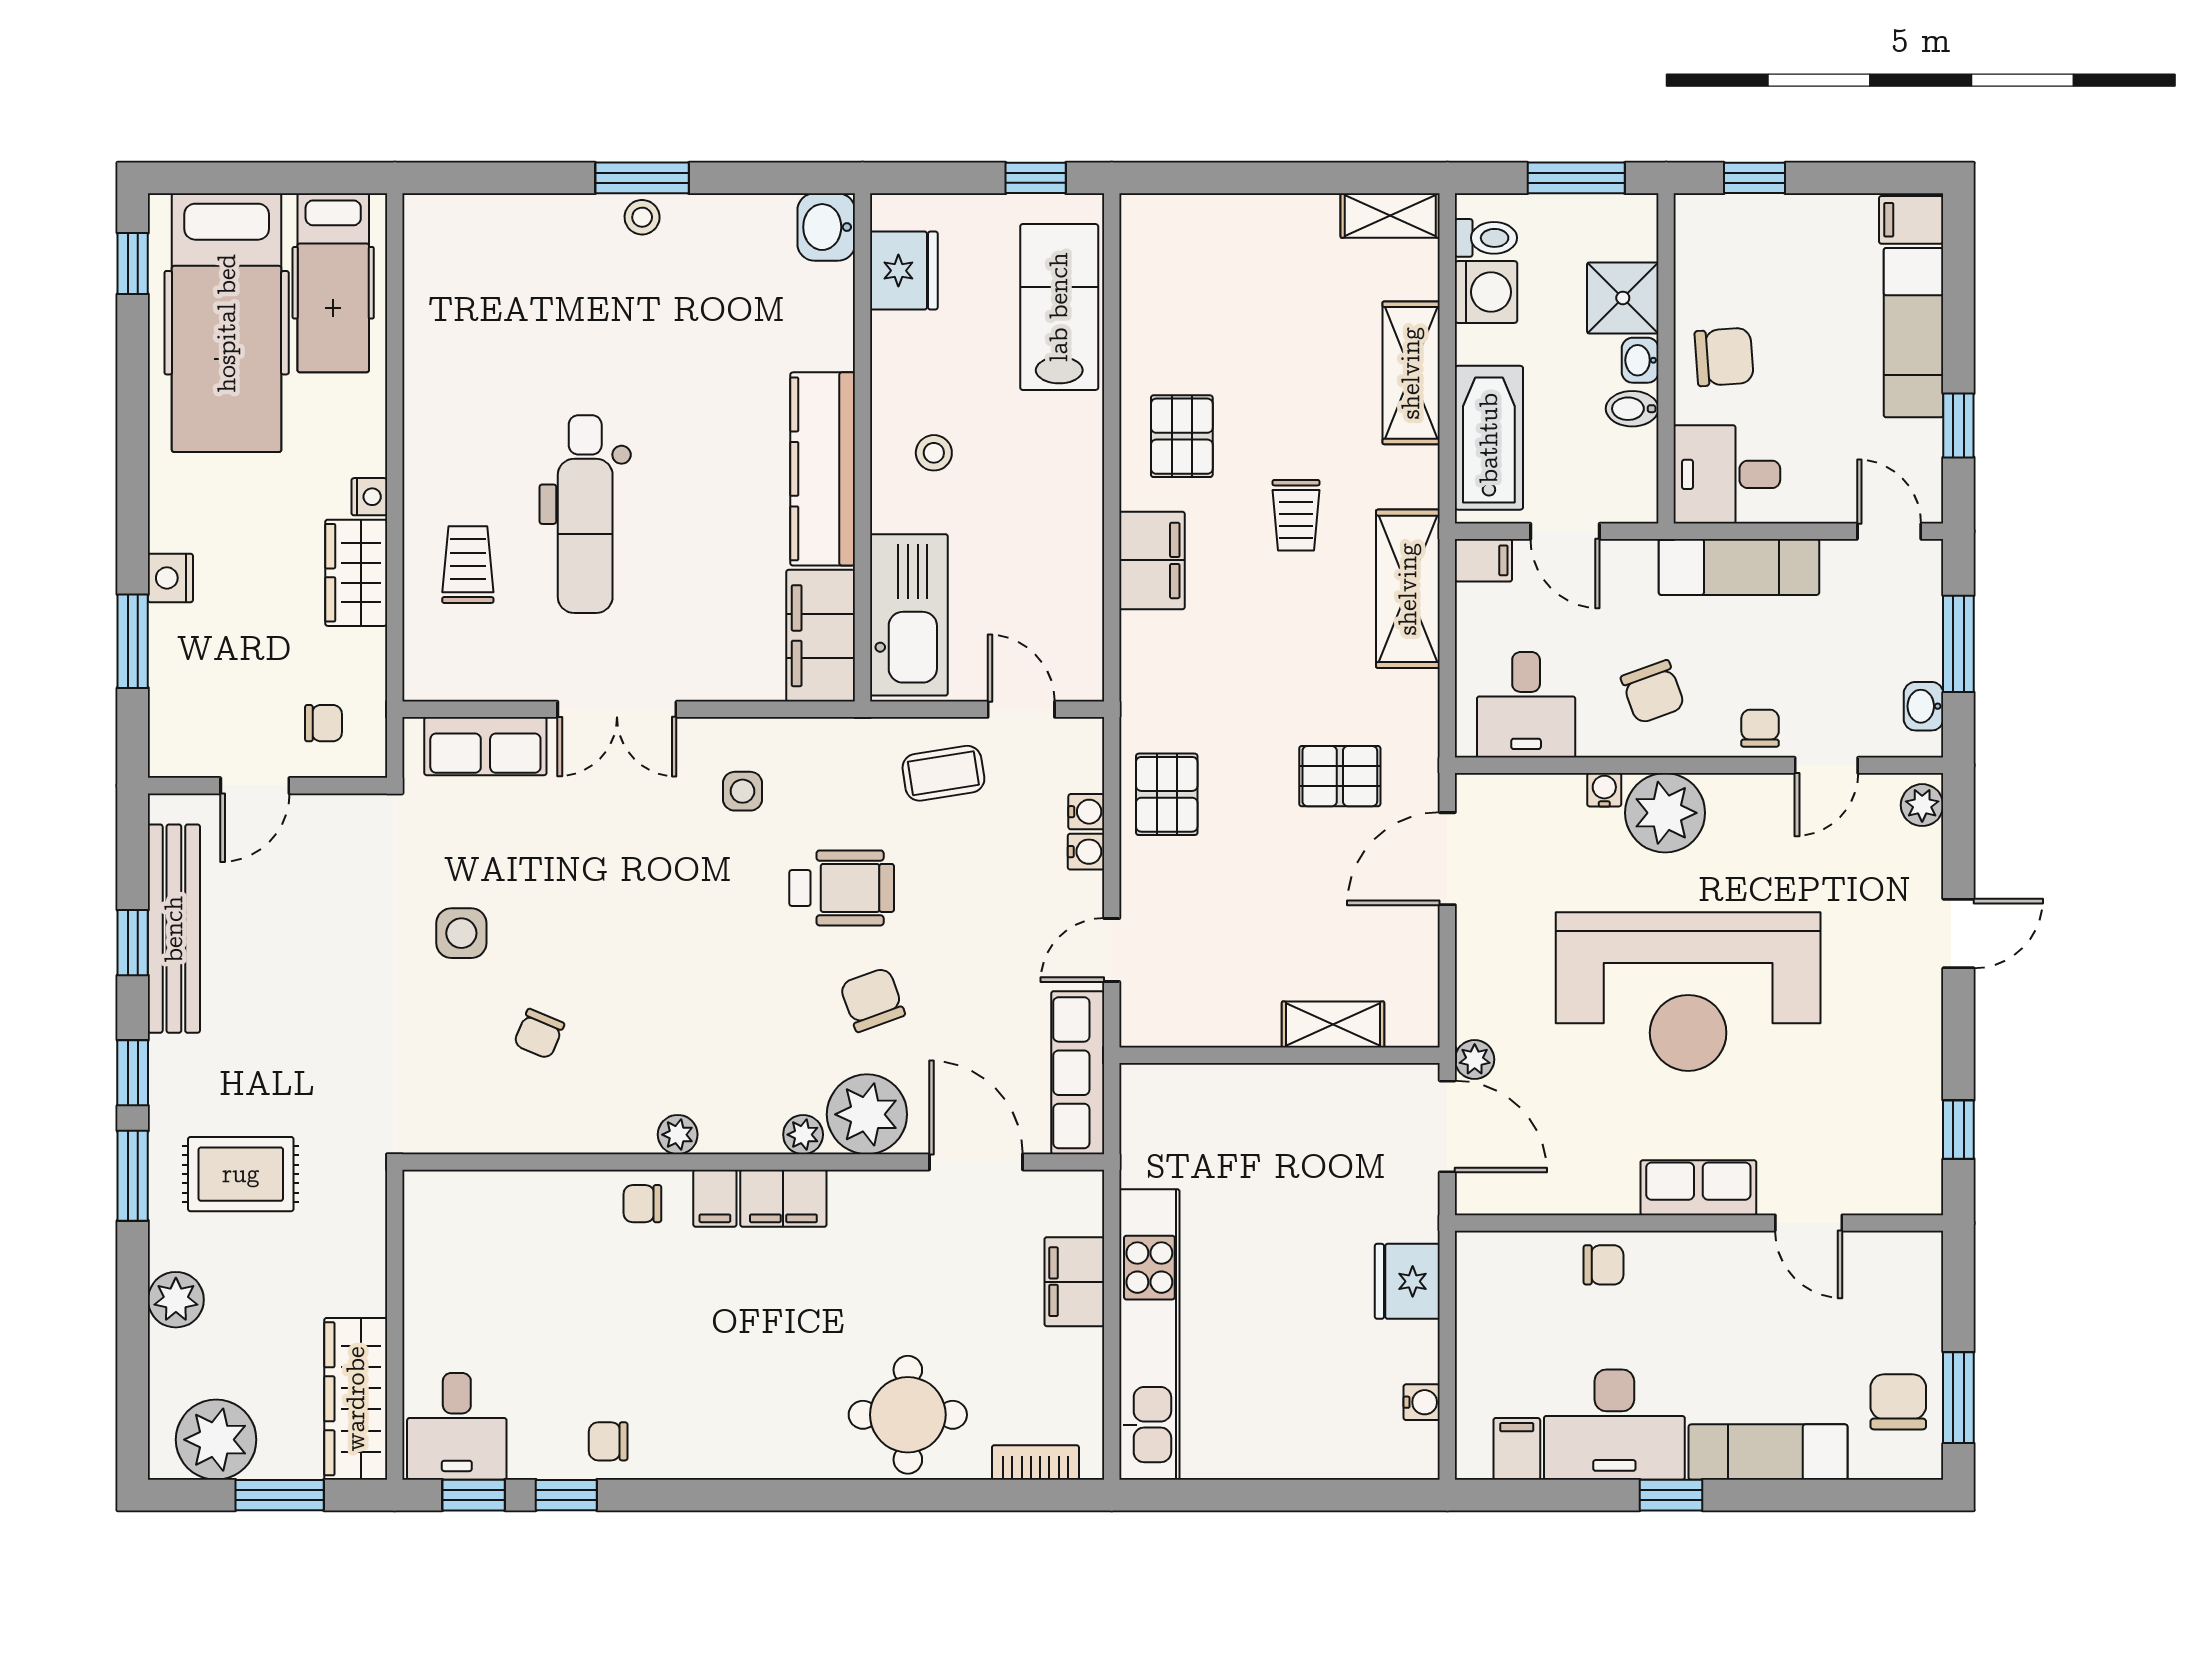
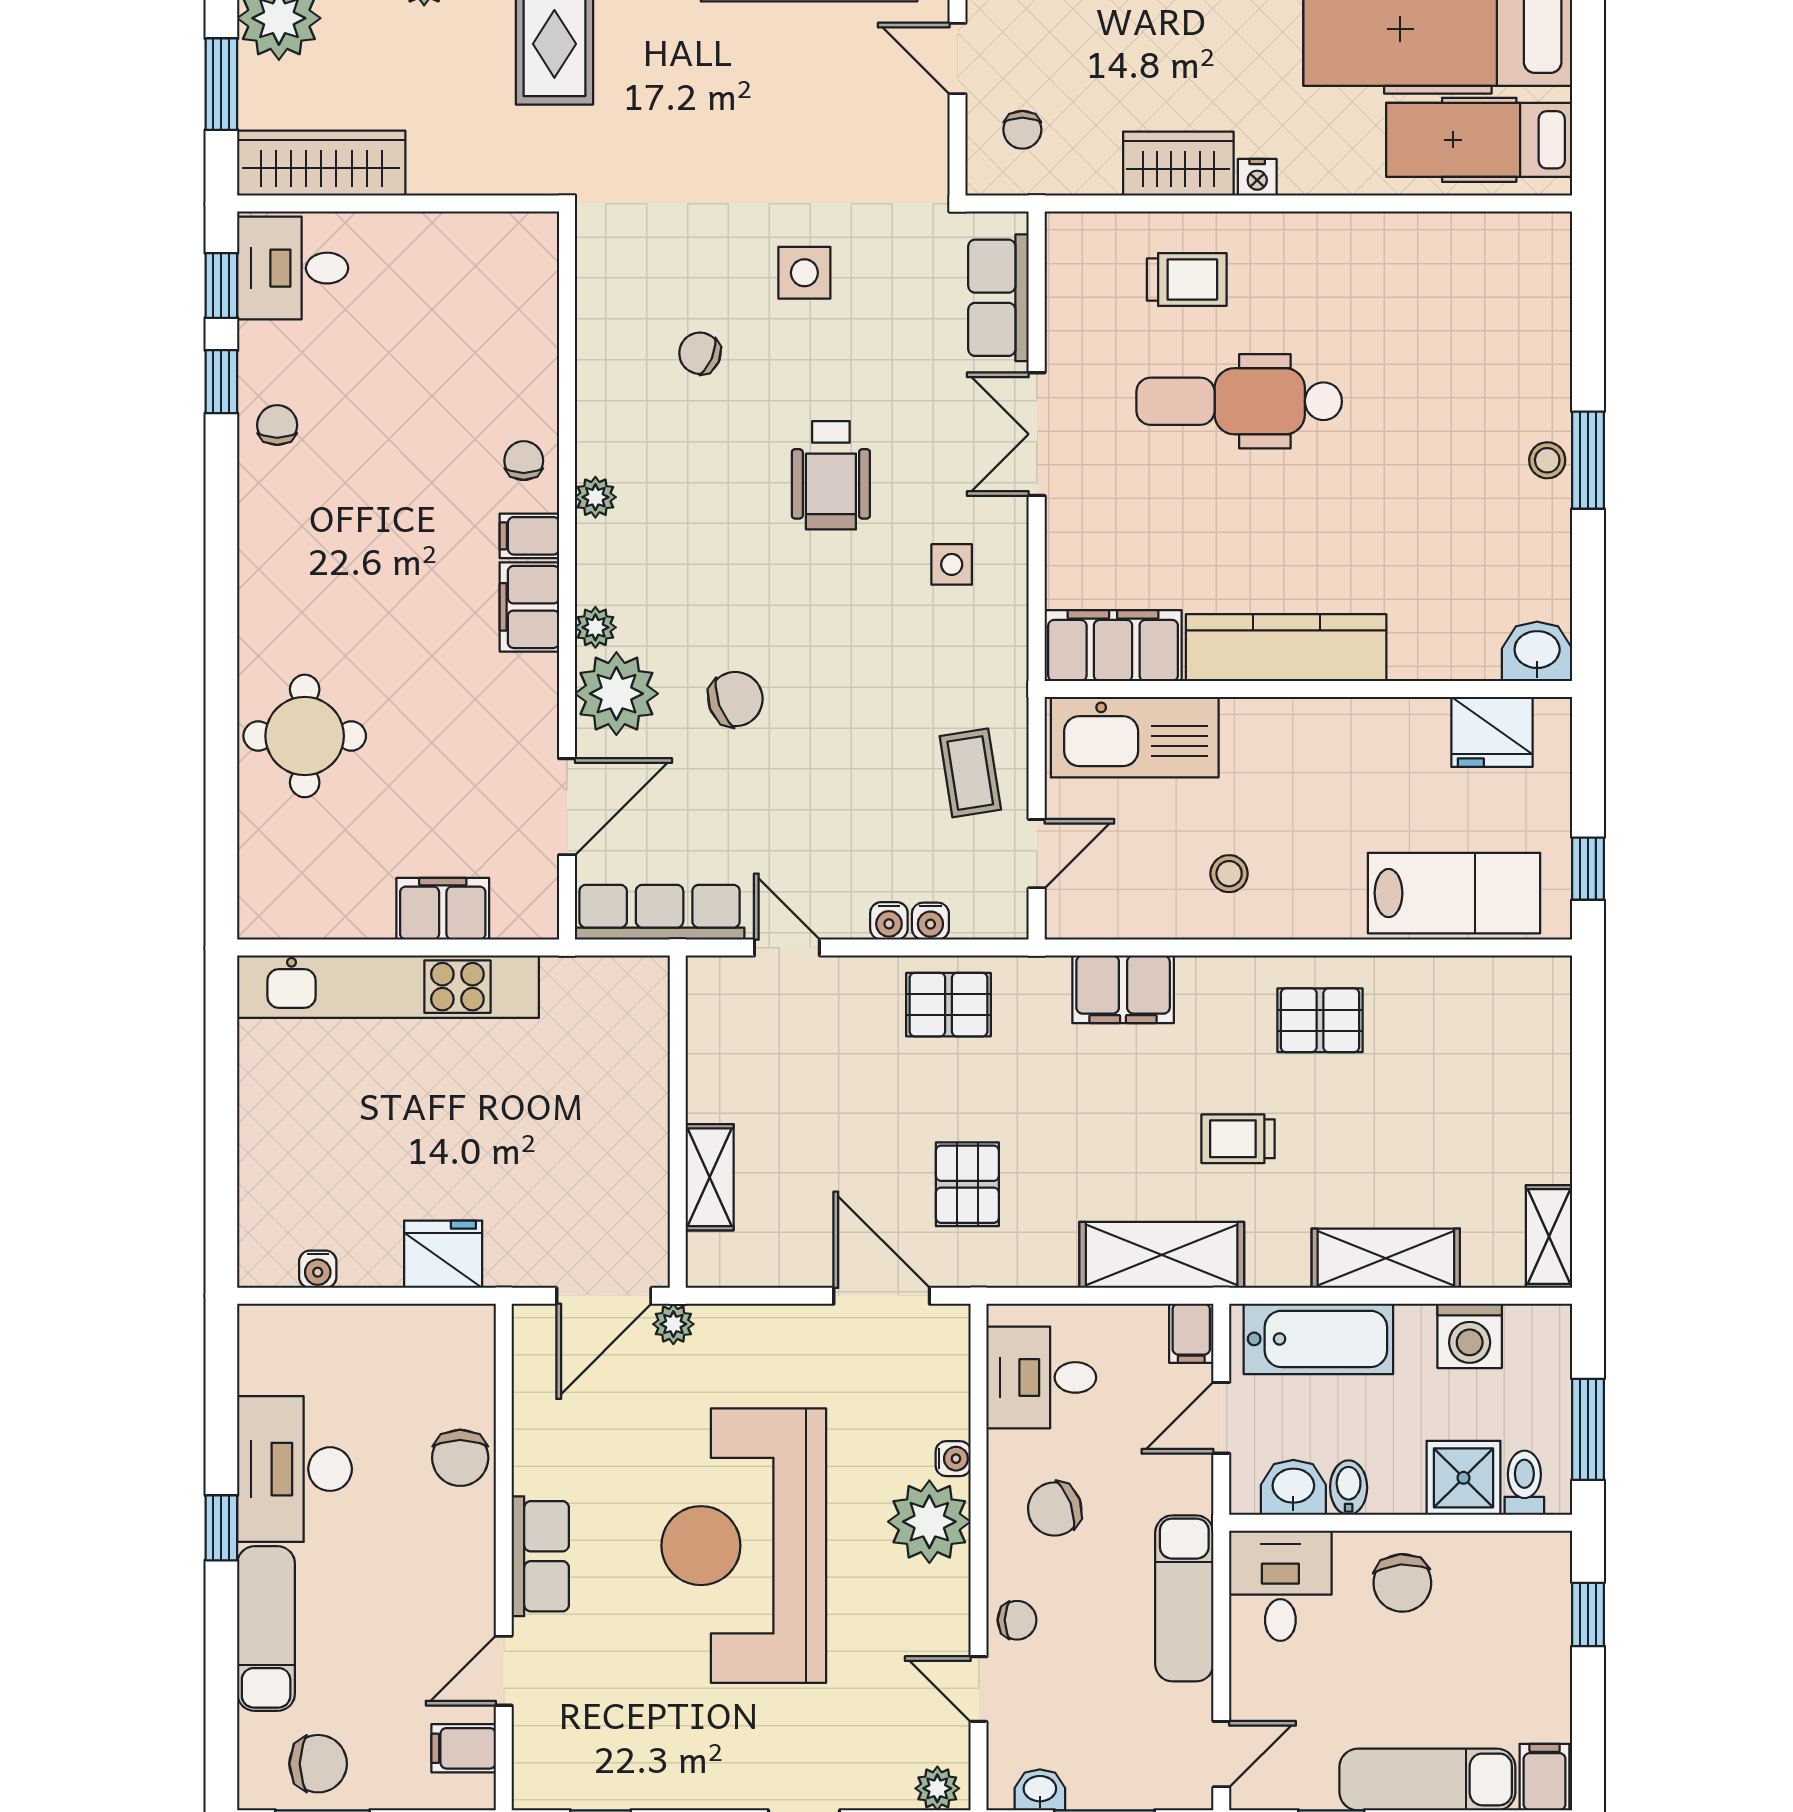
toilet: (1486, 238) -> (1524, 1483), moved, turned 180
washbasin: (1640, 360) -> (1293, 1487), moved, width x1.38, depth x1.45
stool: (934, 453) -> (1229, 874), moved
filing cabinet: (1152, 560) -> (1123, 989), moved
wheelchair: (842, 888) -> (831, 475), moved
chair: (1604, 1265) -> (460, 1458), width x1.37, depth x1.37
filing cabinet: (1517, 1449) -> (464, 1748), moved, turned 180
bookcase: (1035, 1462) -> (255, 868), removed

